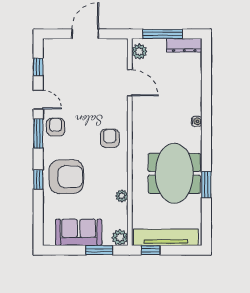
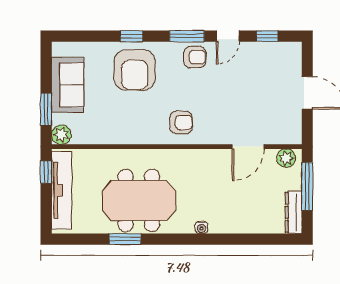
plant: (122, 196) -> (111, 137), removed

